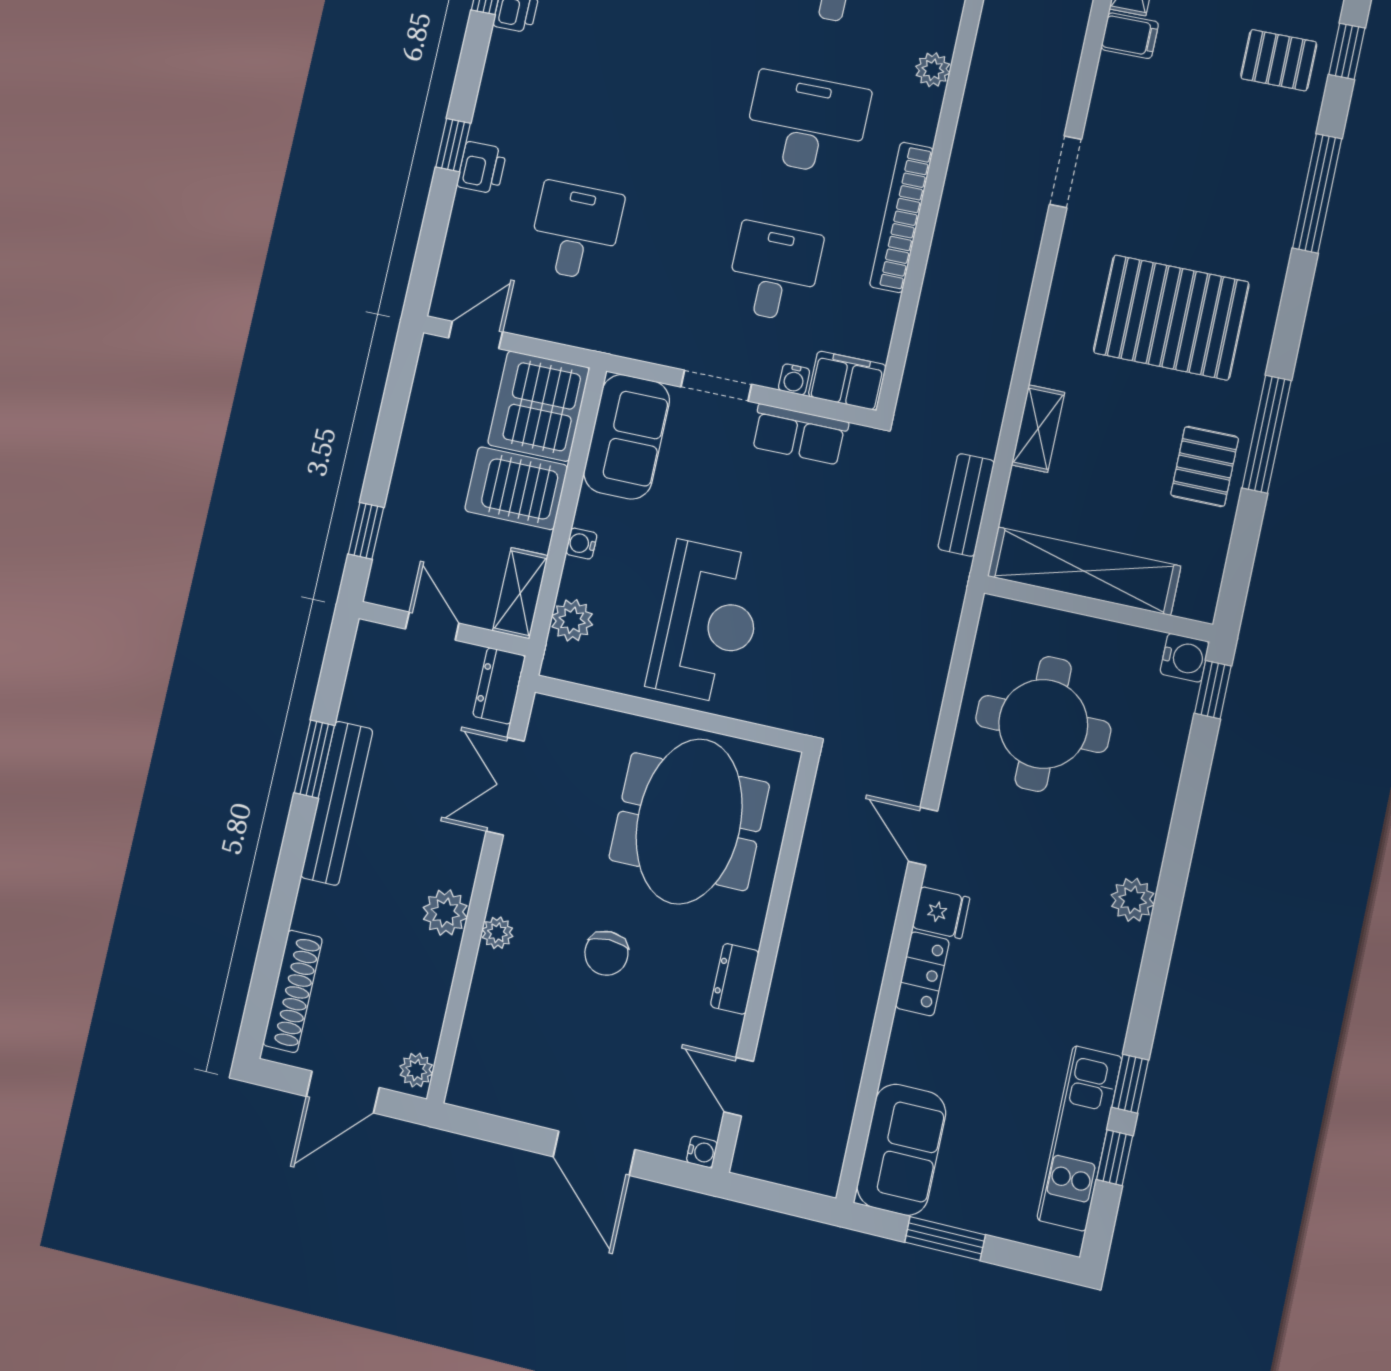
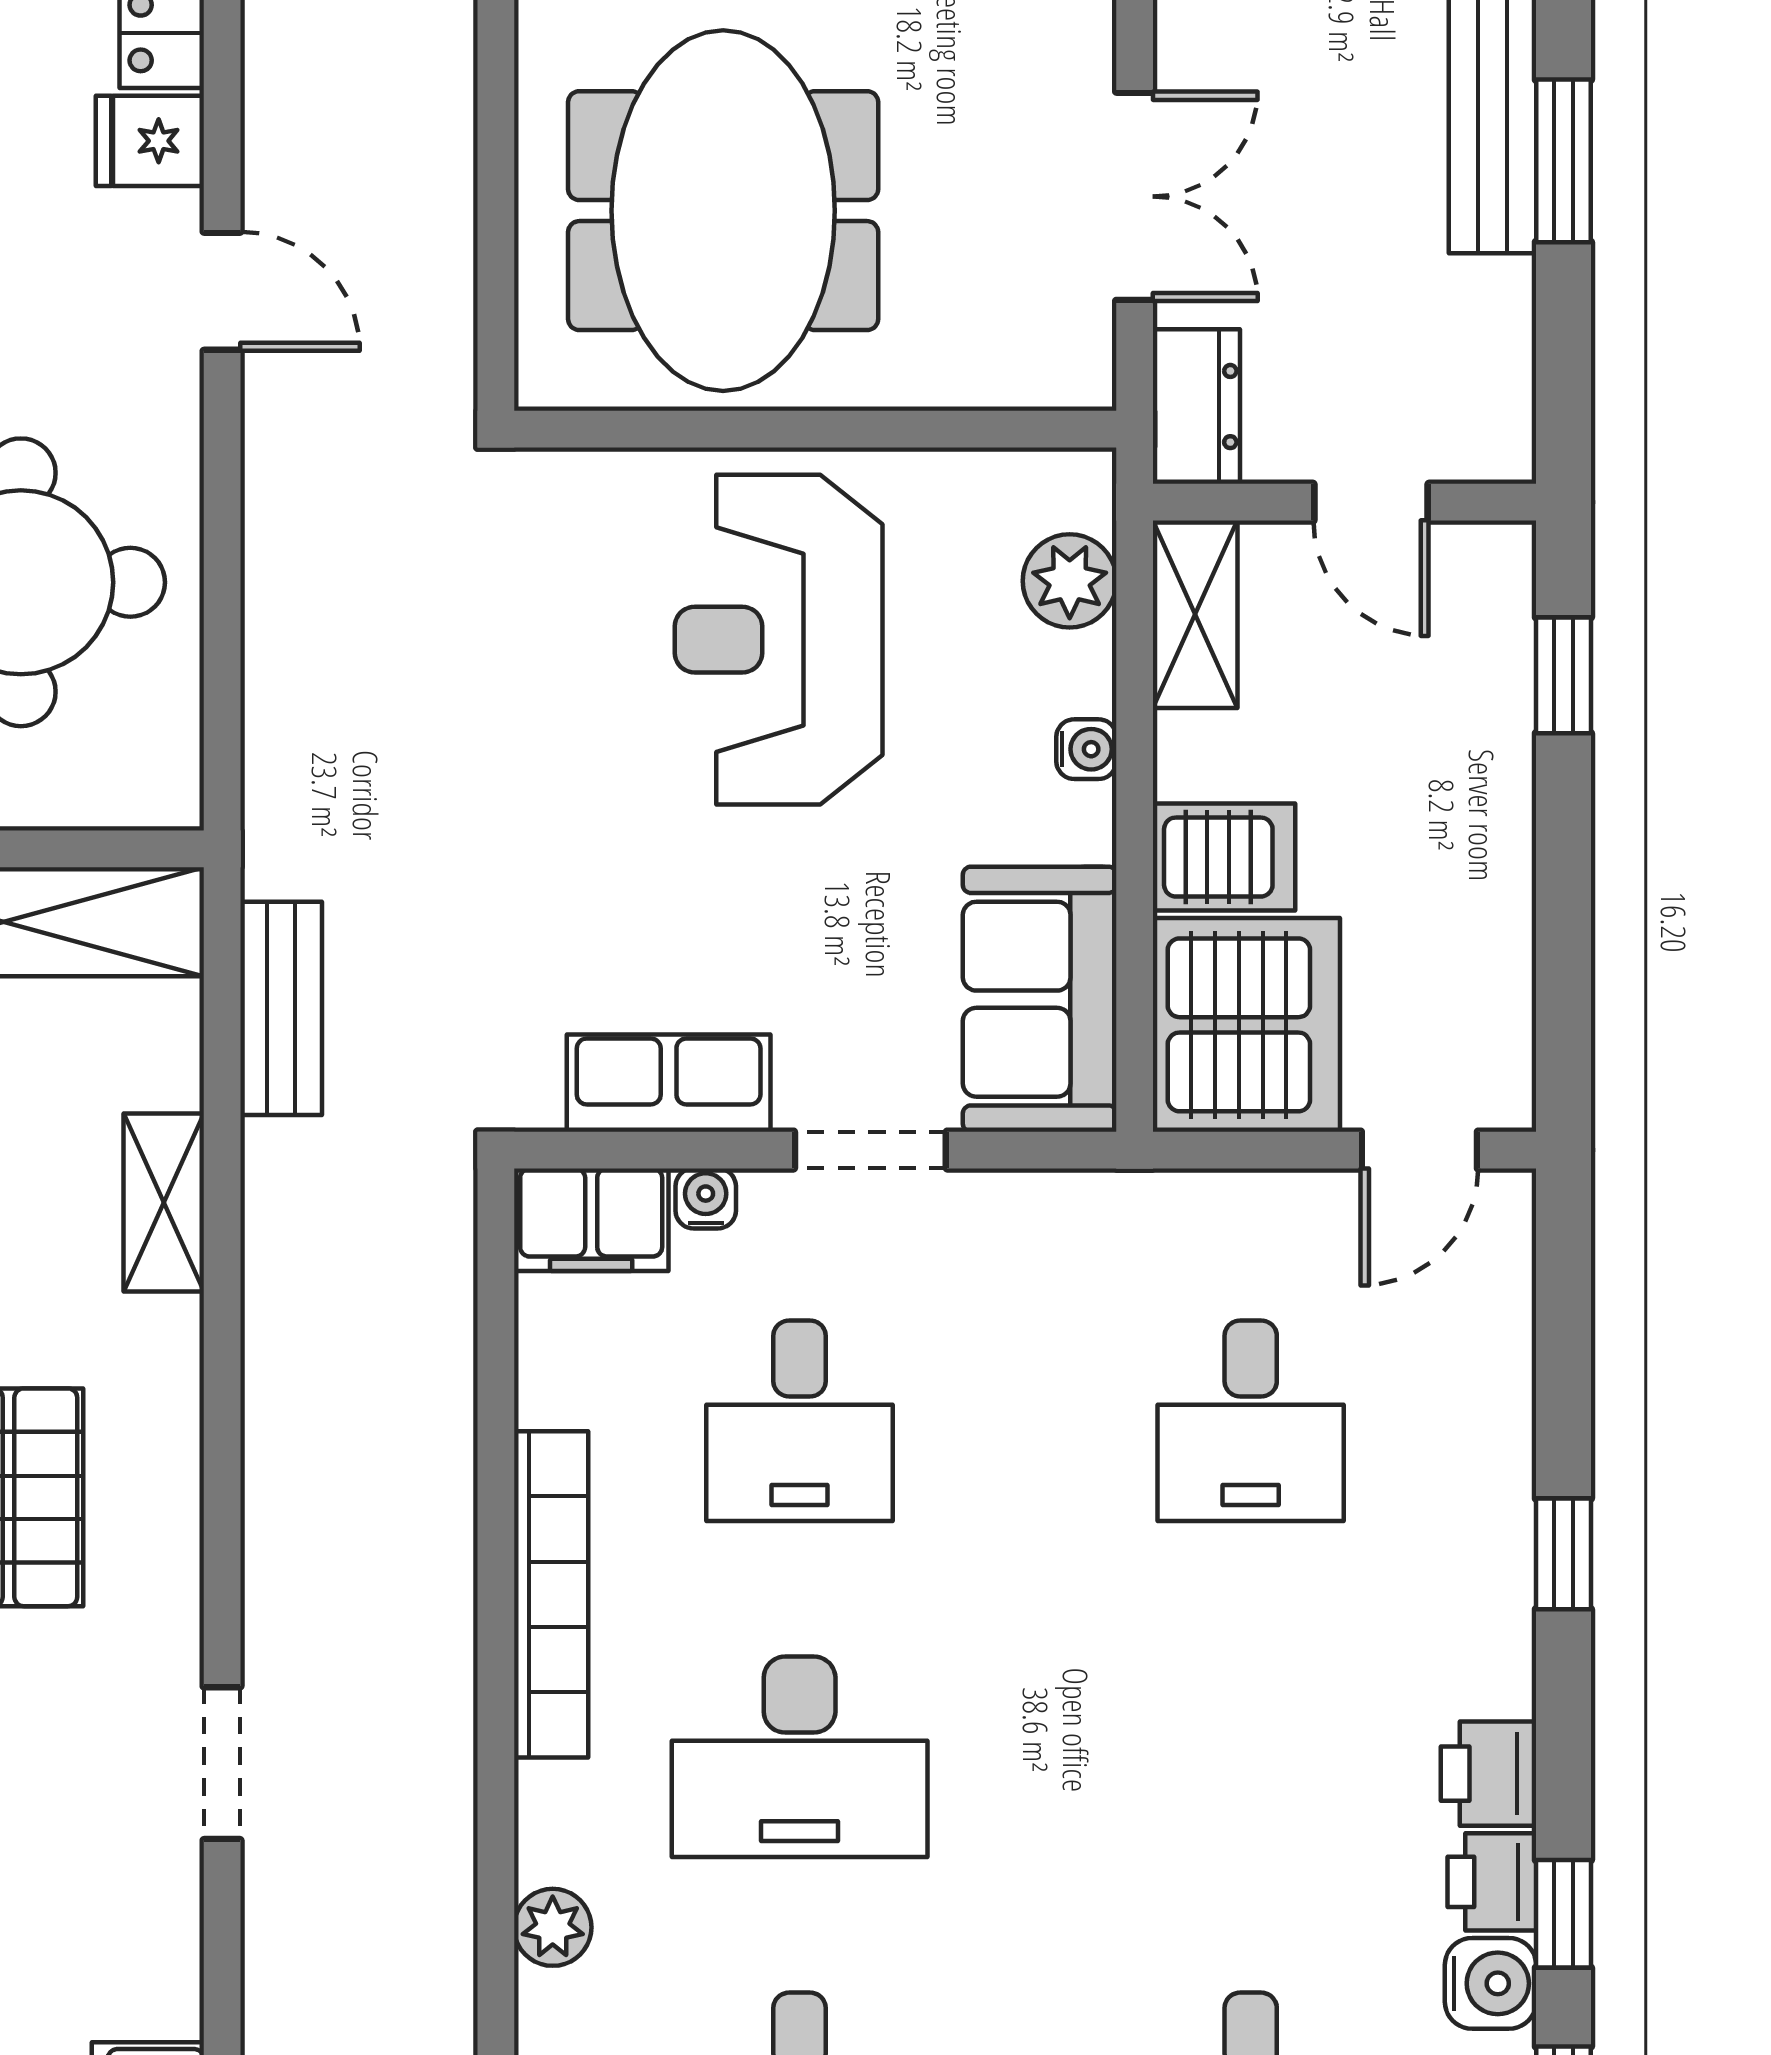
printer: (482, 168) -> (1489, 1774), moved
server rack: (516, 488) -> (1224, 857), width x0.73, depth x0.70

